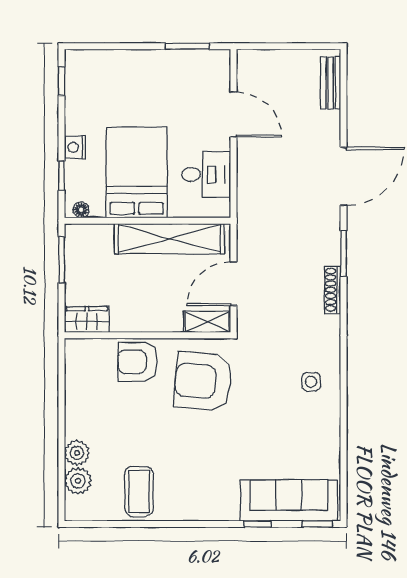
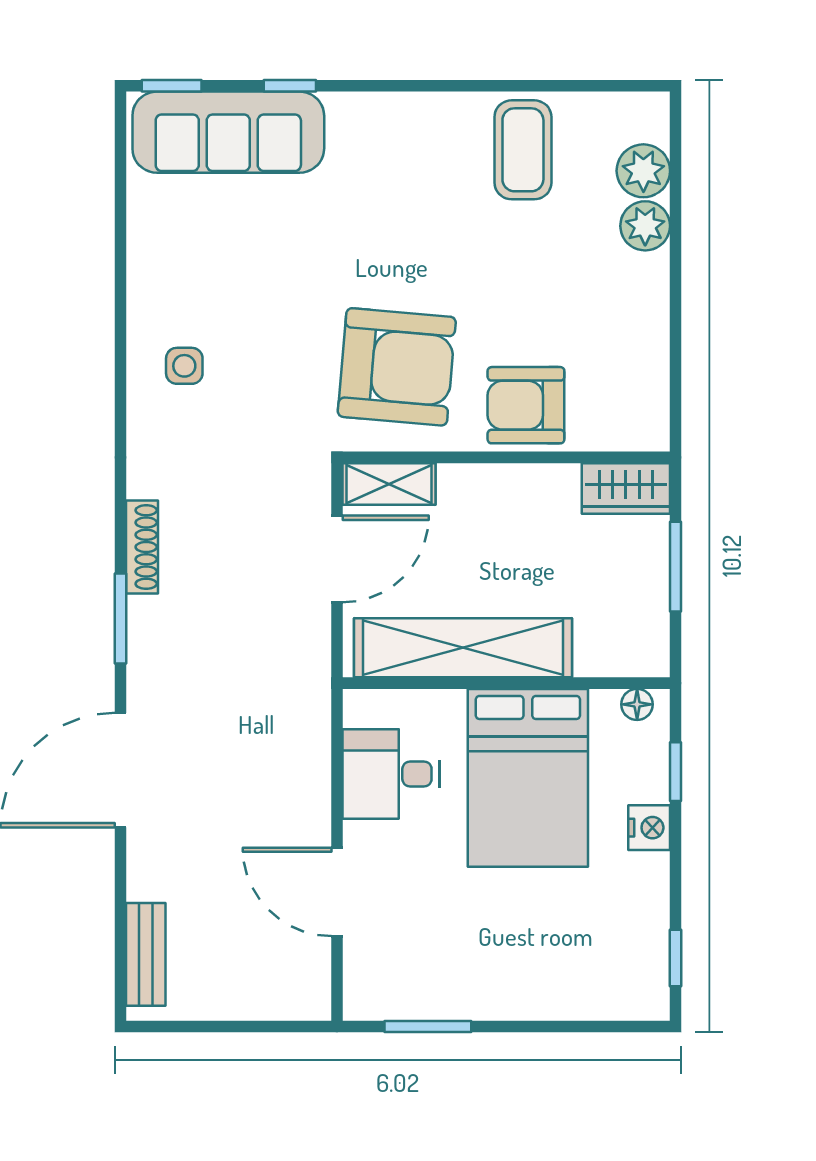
window: (62, 260) -> (676, 567), moved
armchair: (138, 362) -> (526, 405), turned 180

